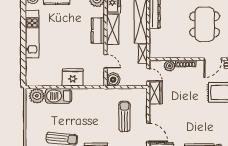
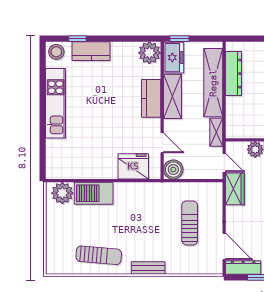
fridge: (73, 77) -> (133, 166), moved

